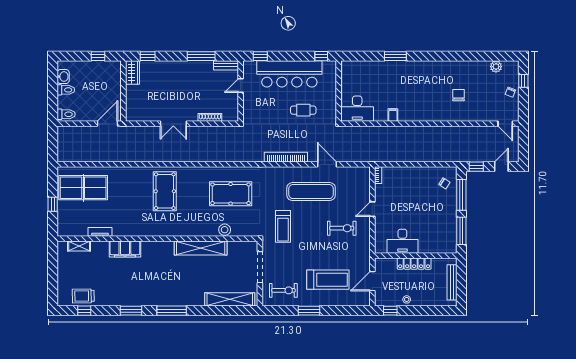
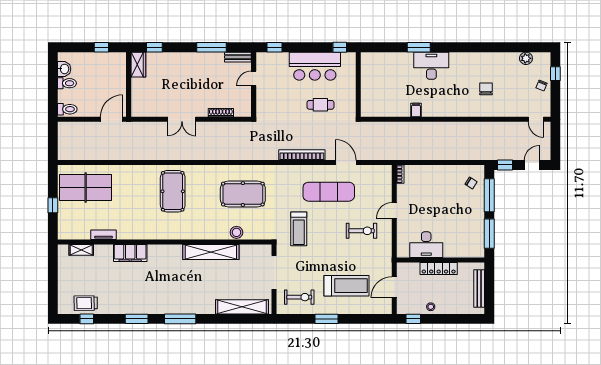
bar counter: (289, 74) -> (315, 66), width x0.73
desk: (357, 109) -> (431, 66), moved, turned 180

